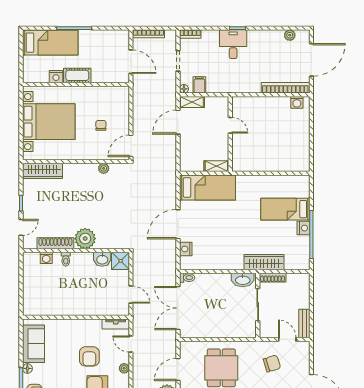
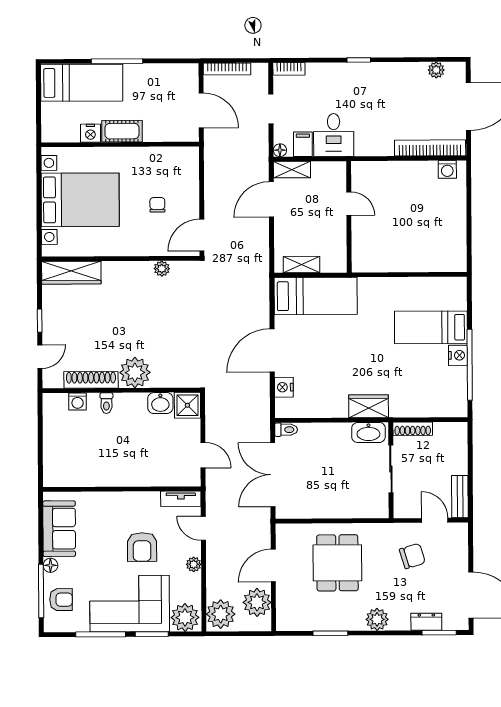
desk: (233, 44) -> (334, 135), moved, turned 180
shelving: (216, 166) -> (302, 265), moved
wardrobe: (264, 262) -> (369, 406), moved, width x0.67

